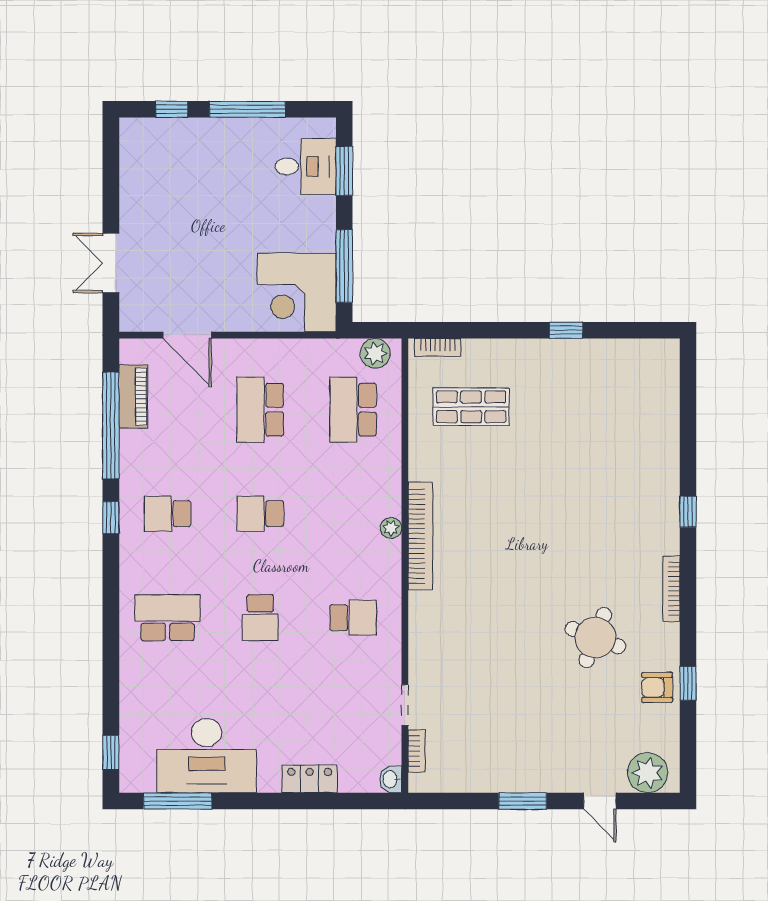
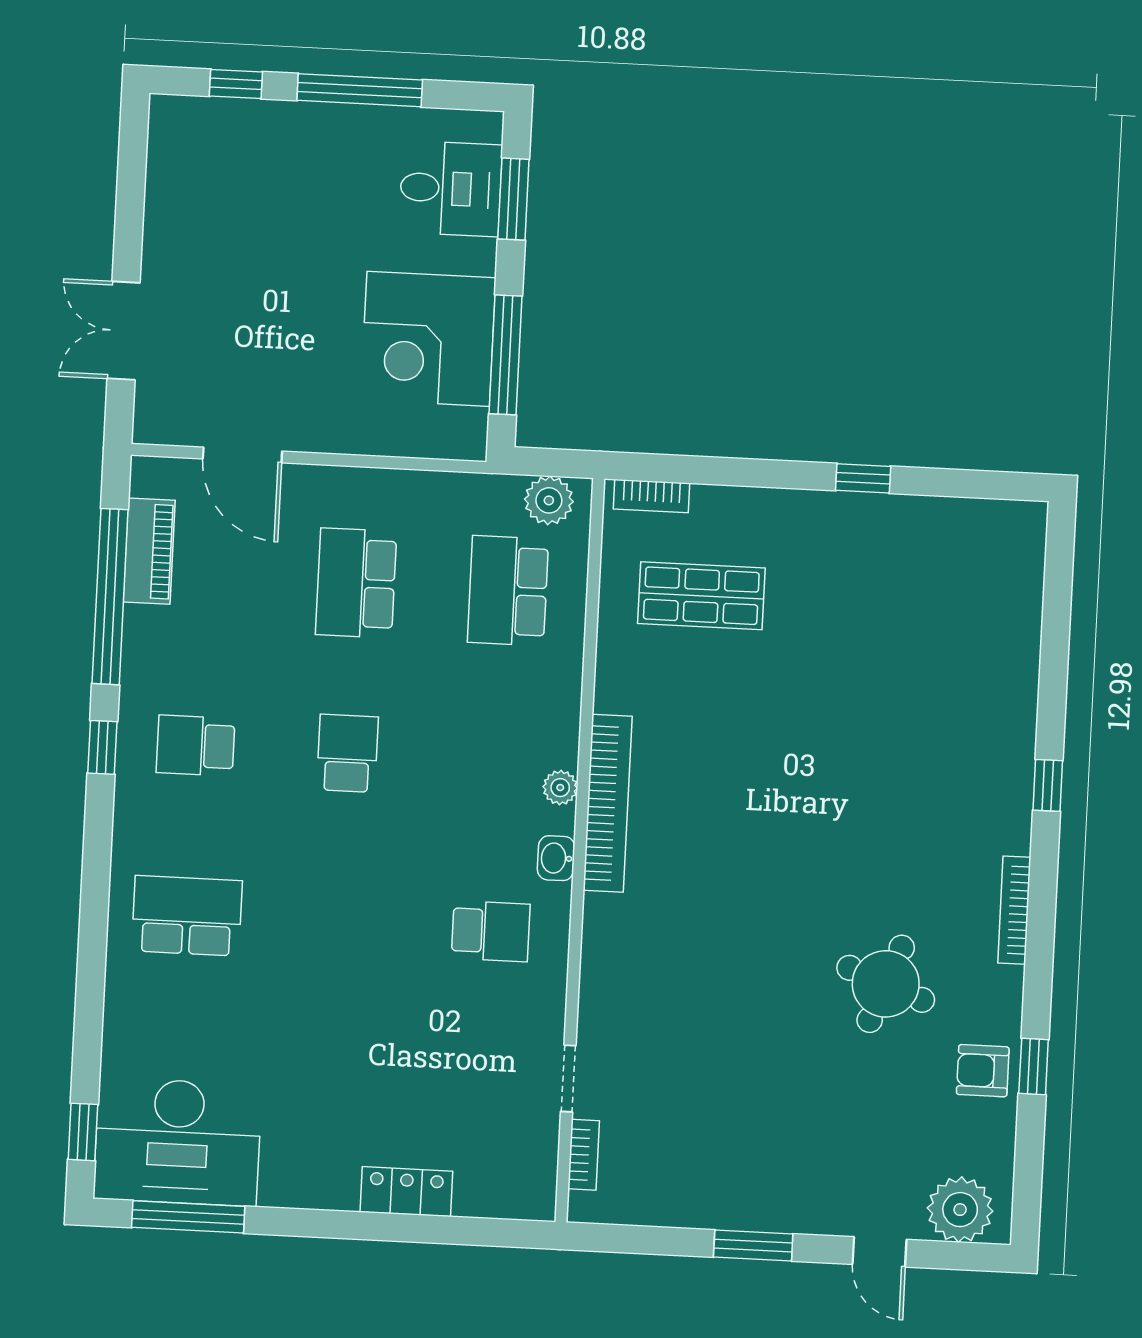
corner desk: (297, 293) -> (428, 339), moved
school desk: (260, 514) -> (347, 753), turned 90
school desk: (260, 618) -> (339, 923), removed
desk: (207, 756) -> (178, 1142), moved
washbasin: (391, 779) -> (556, 858), moved

